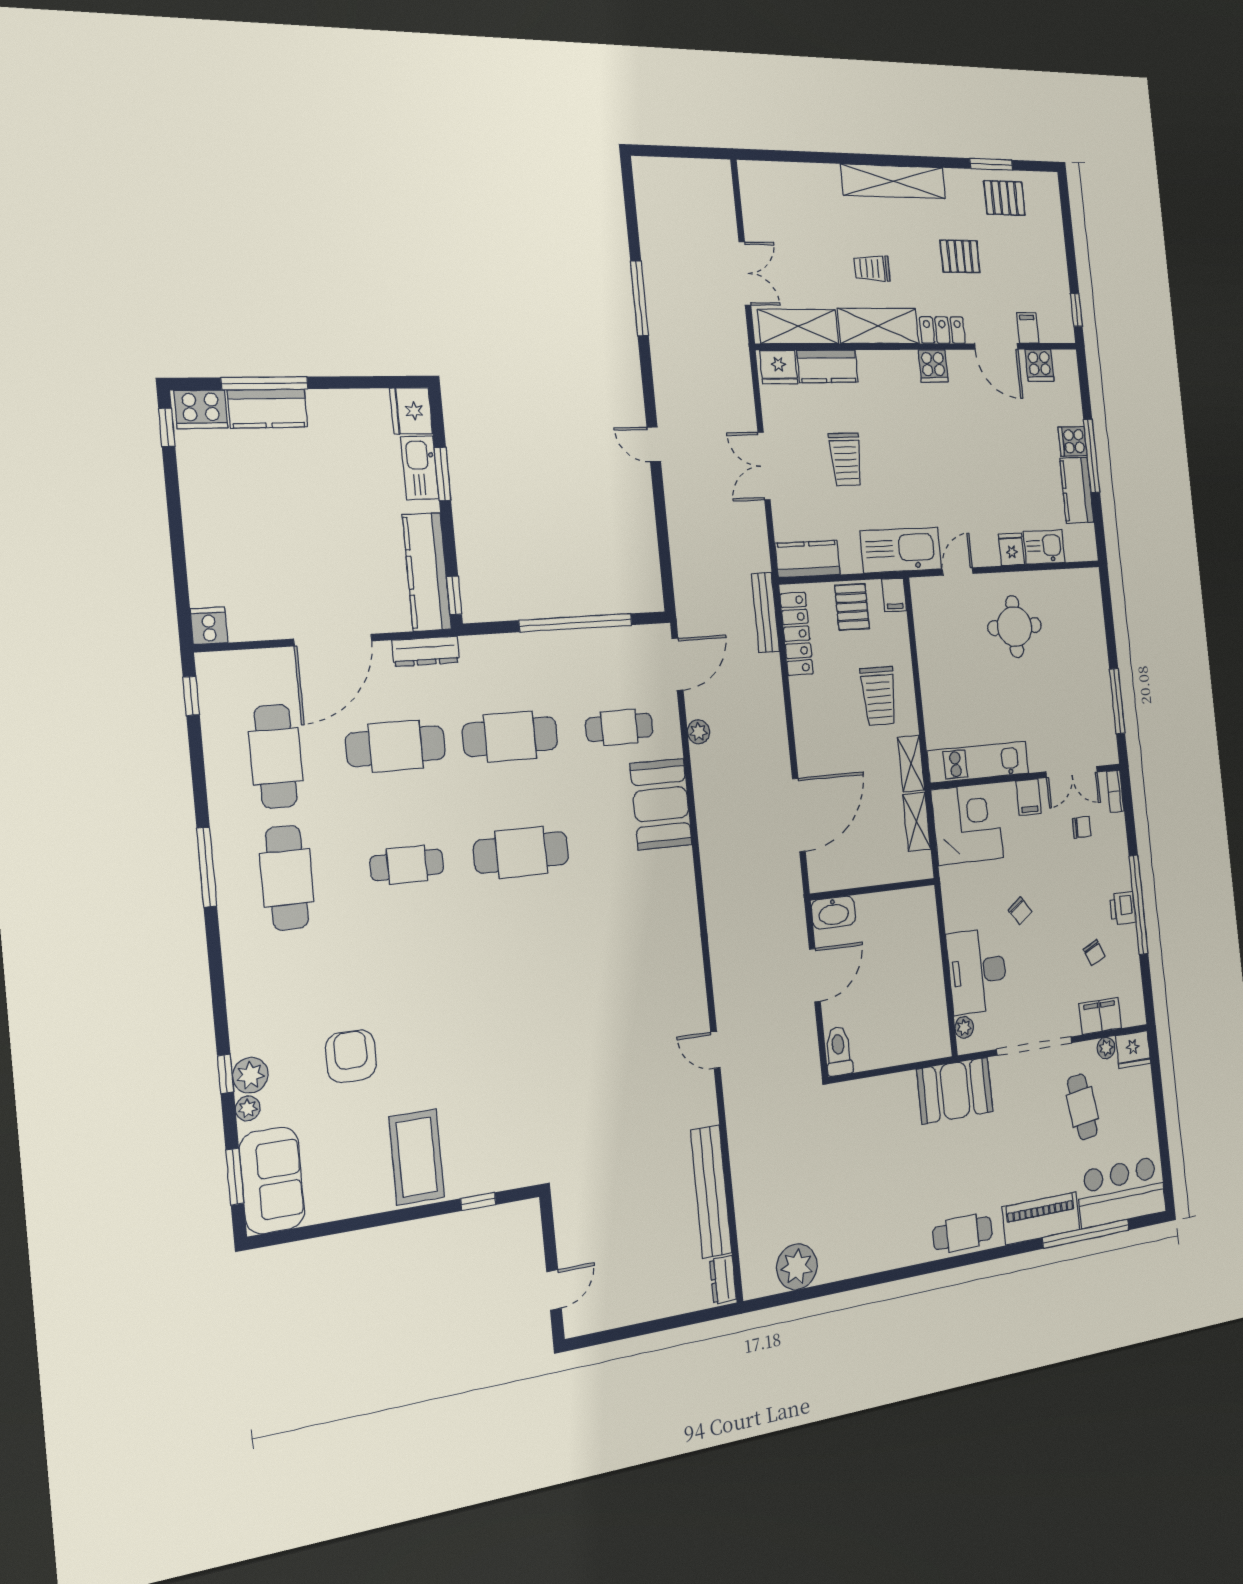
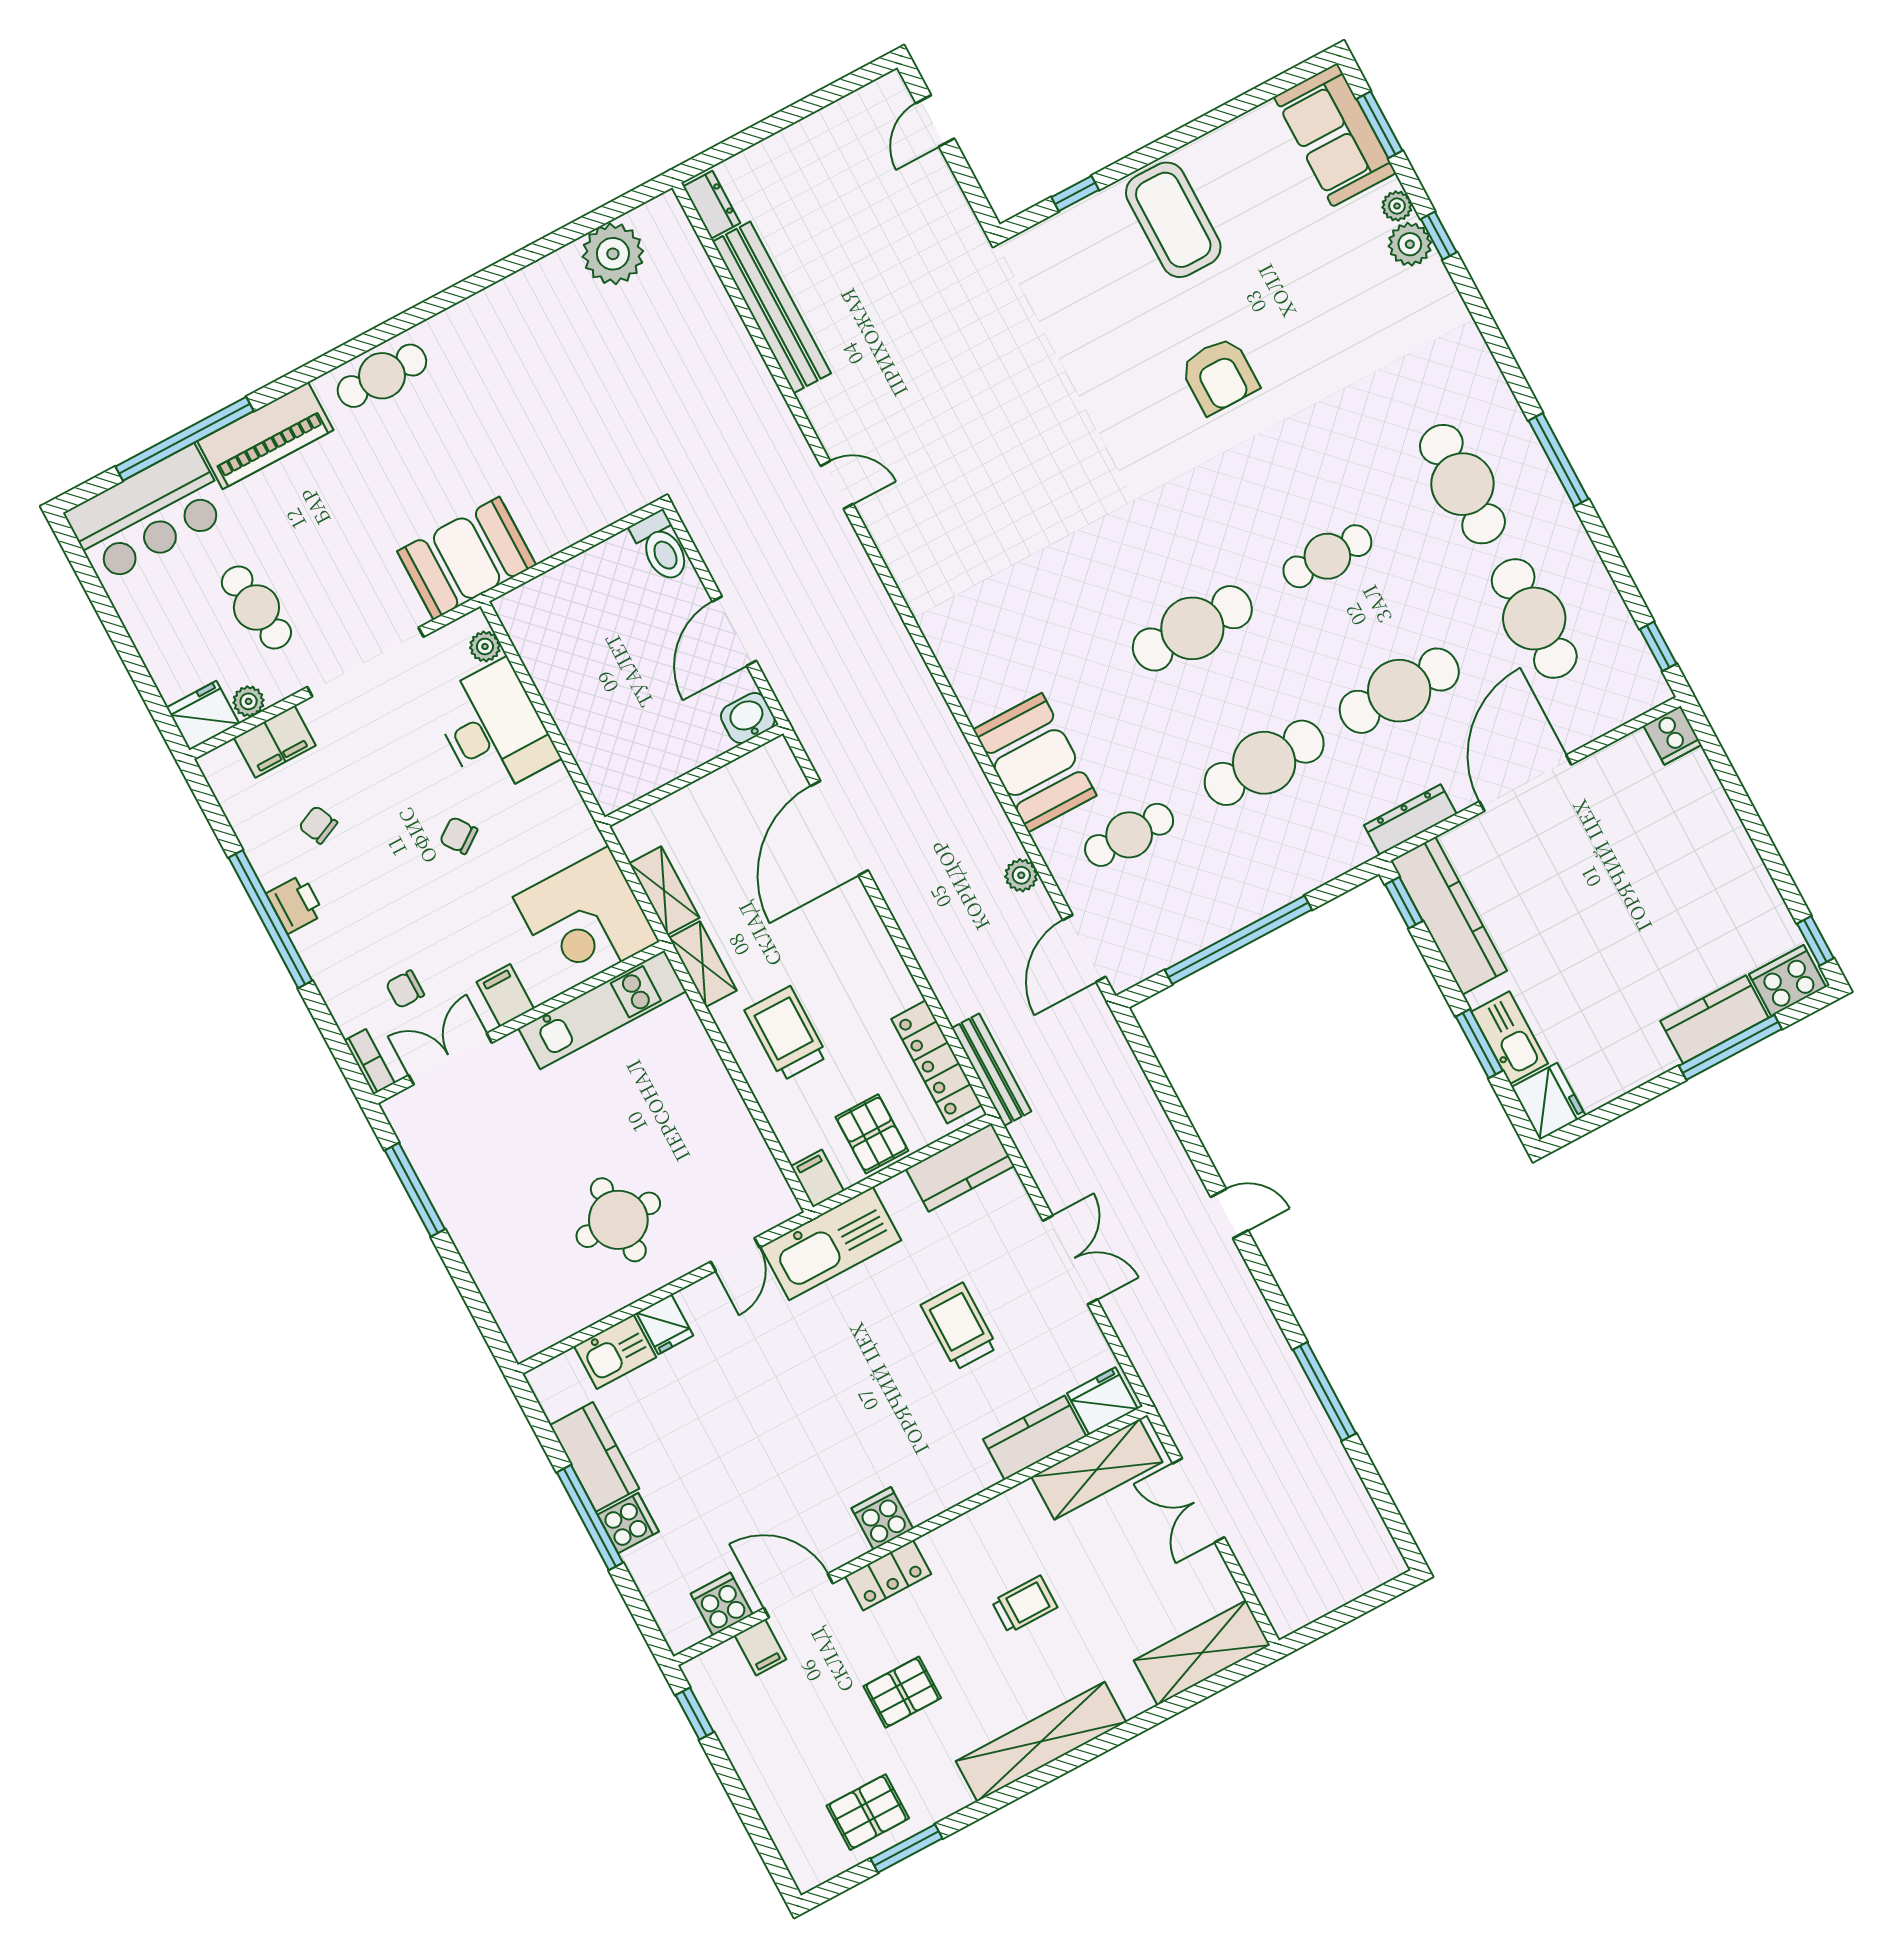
shelving: (878, 326) -> (1202, 1653), moved
washbasin: (833, 912) -> (748, 718), width x0.72
armchair: (351, 1056) -> (1219, 376), moved

